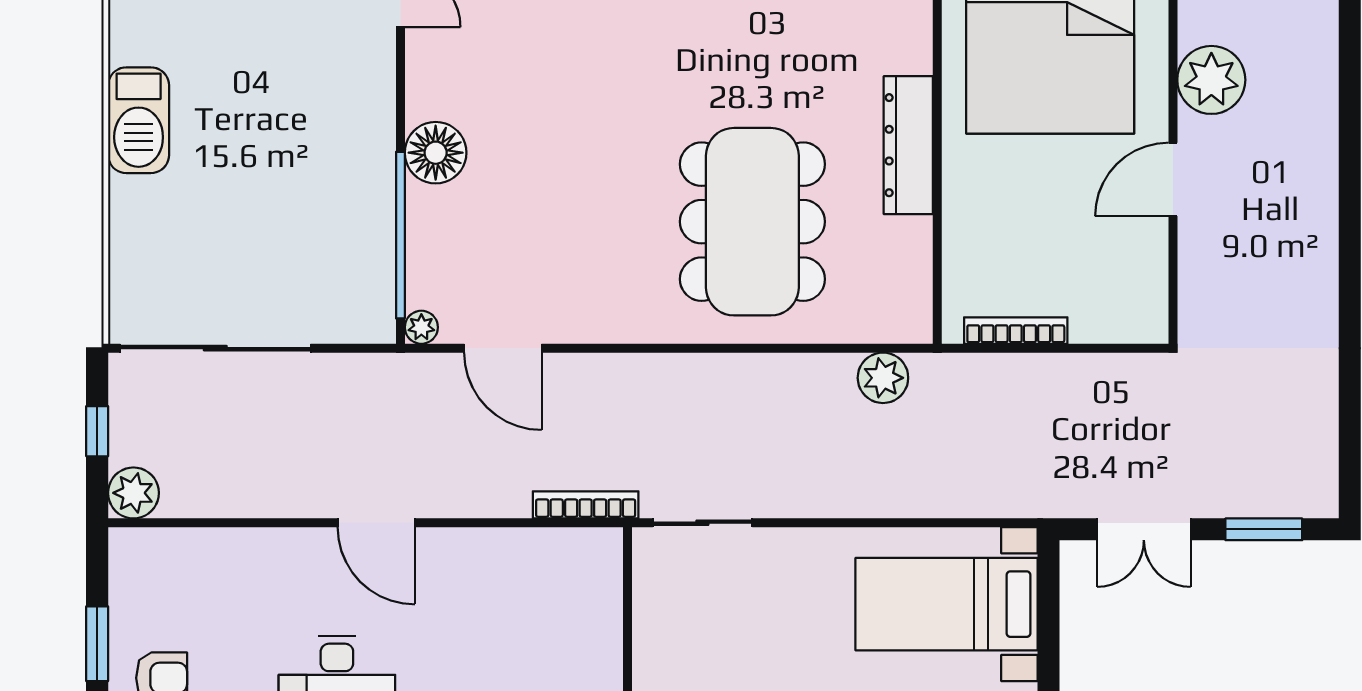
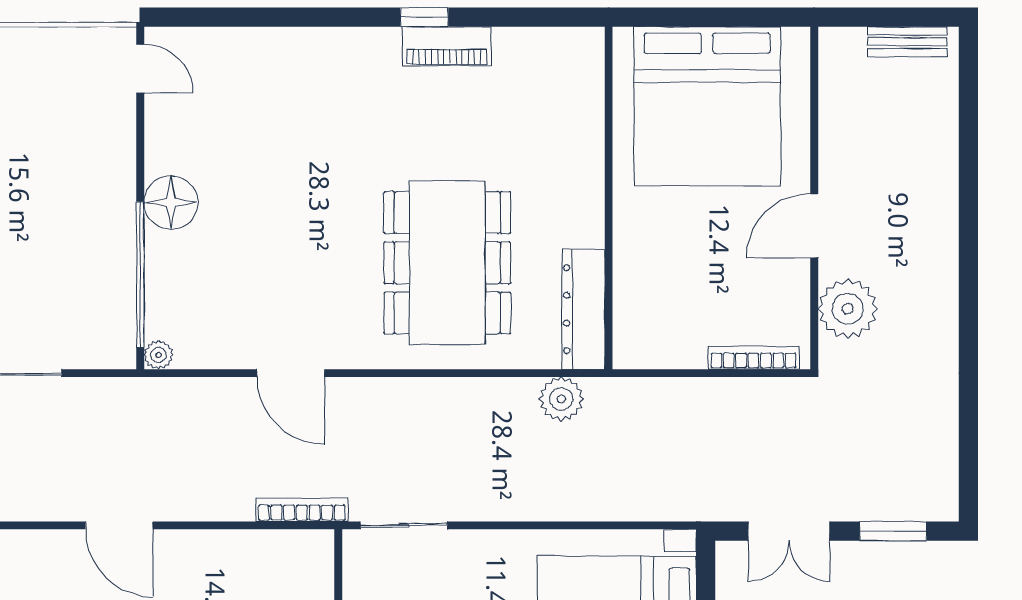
plant: (1211, 80) -> (848, 309), moved
dresser: (908, 145) -> (583, 309), moved
bookcase: (1016, 331) -> (753, 358), moved
door: (503, 348) -> (291, 373), moved

